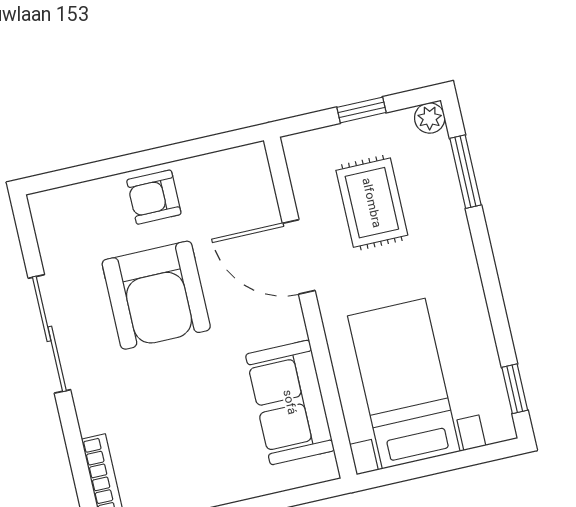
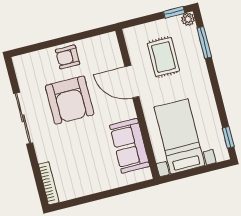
window: (361, 110) -> (174, 12), moved

